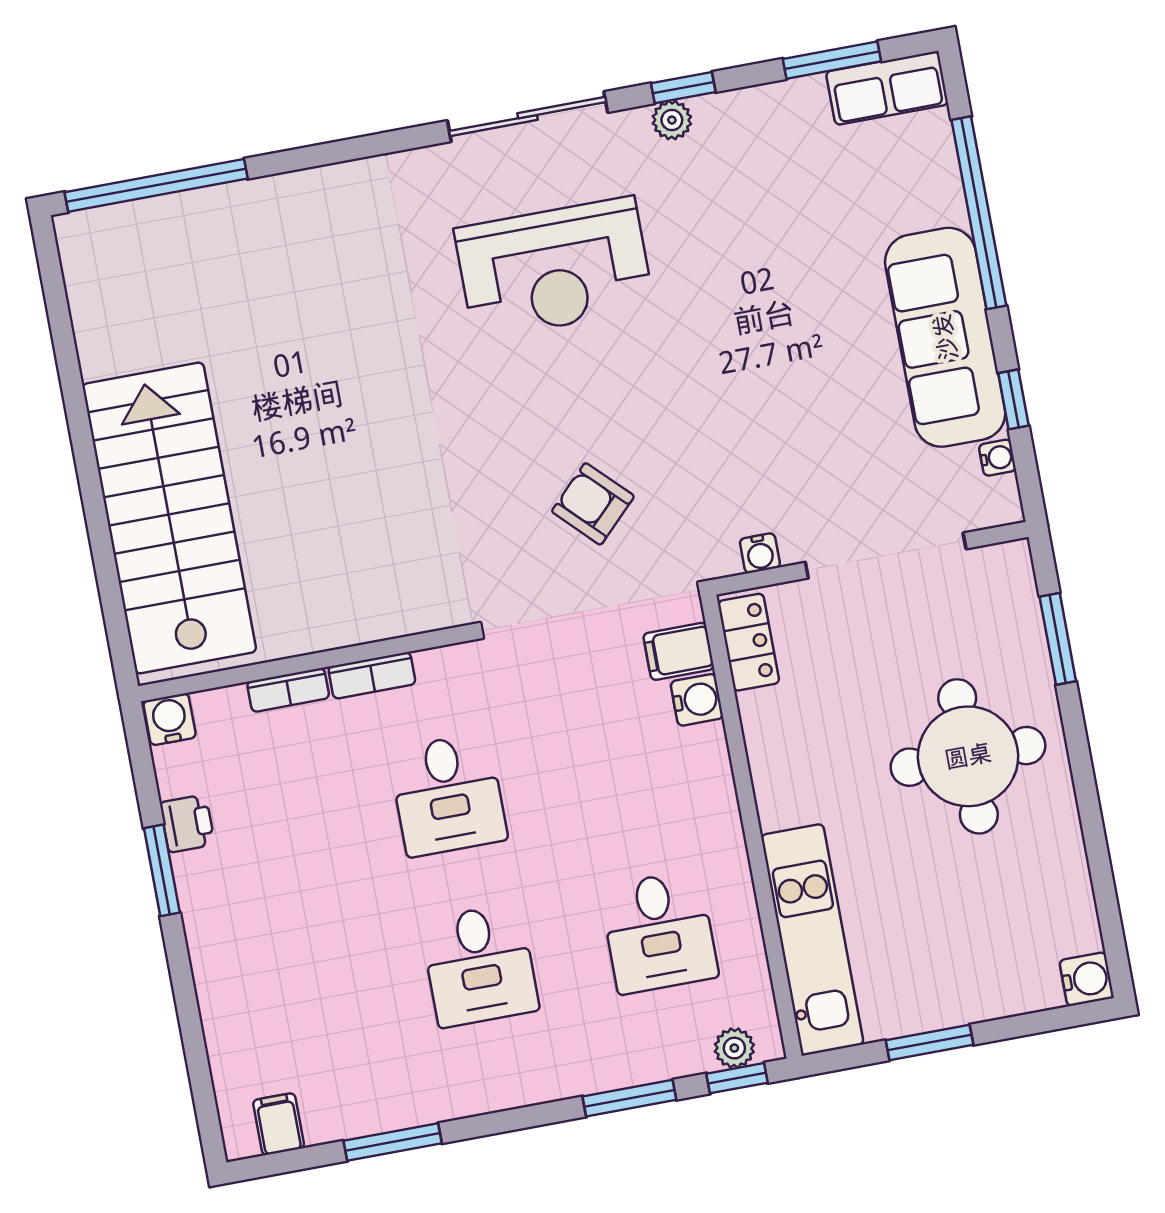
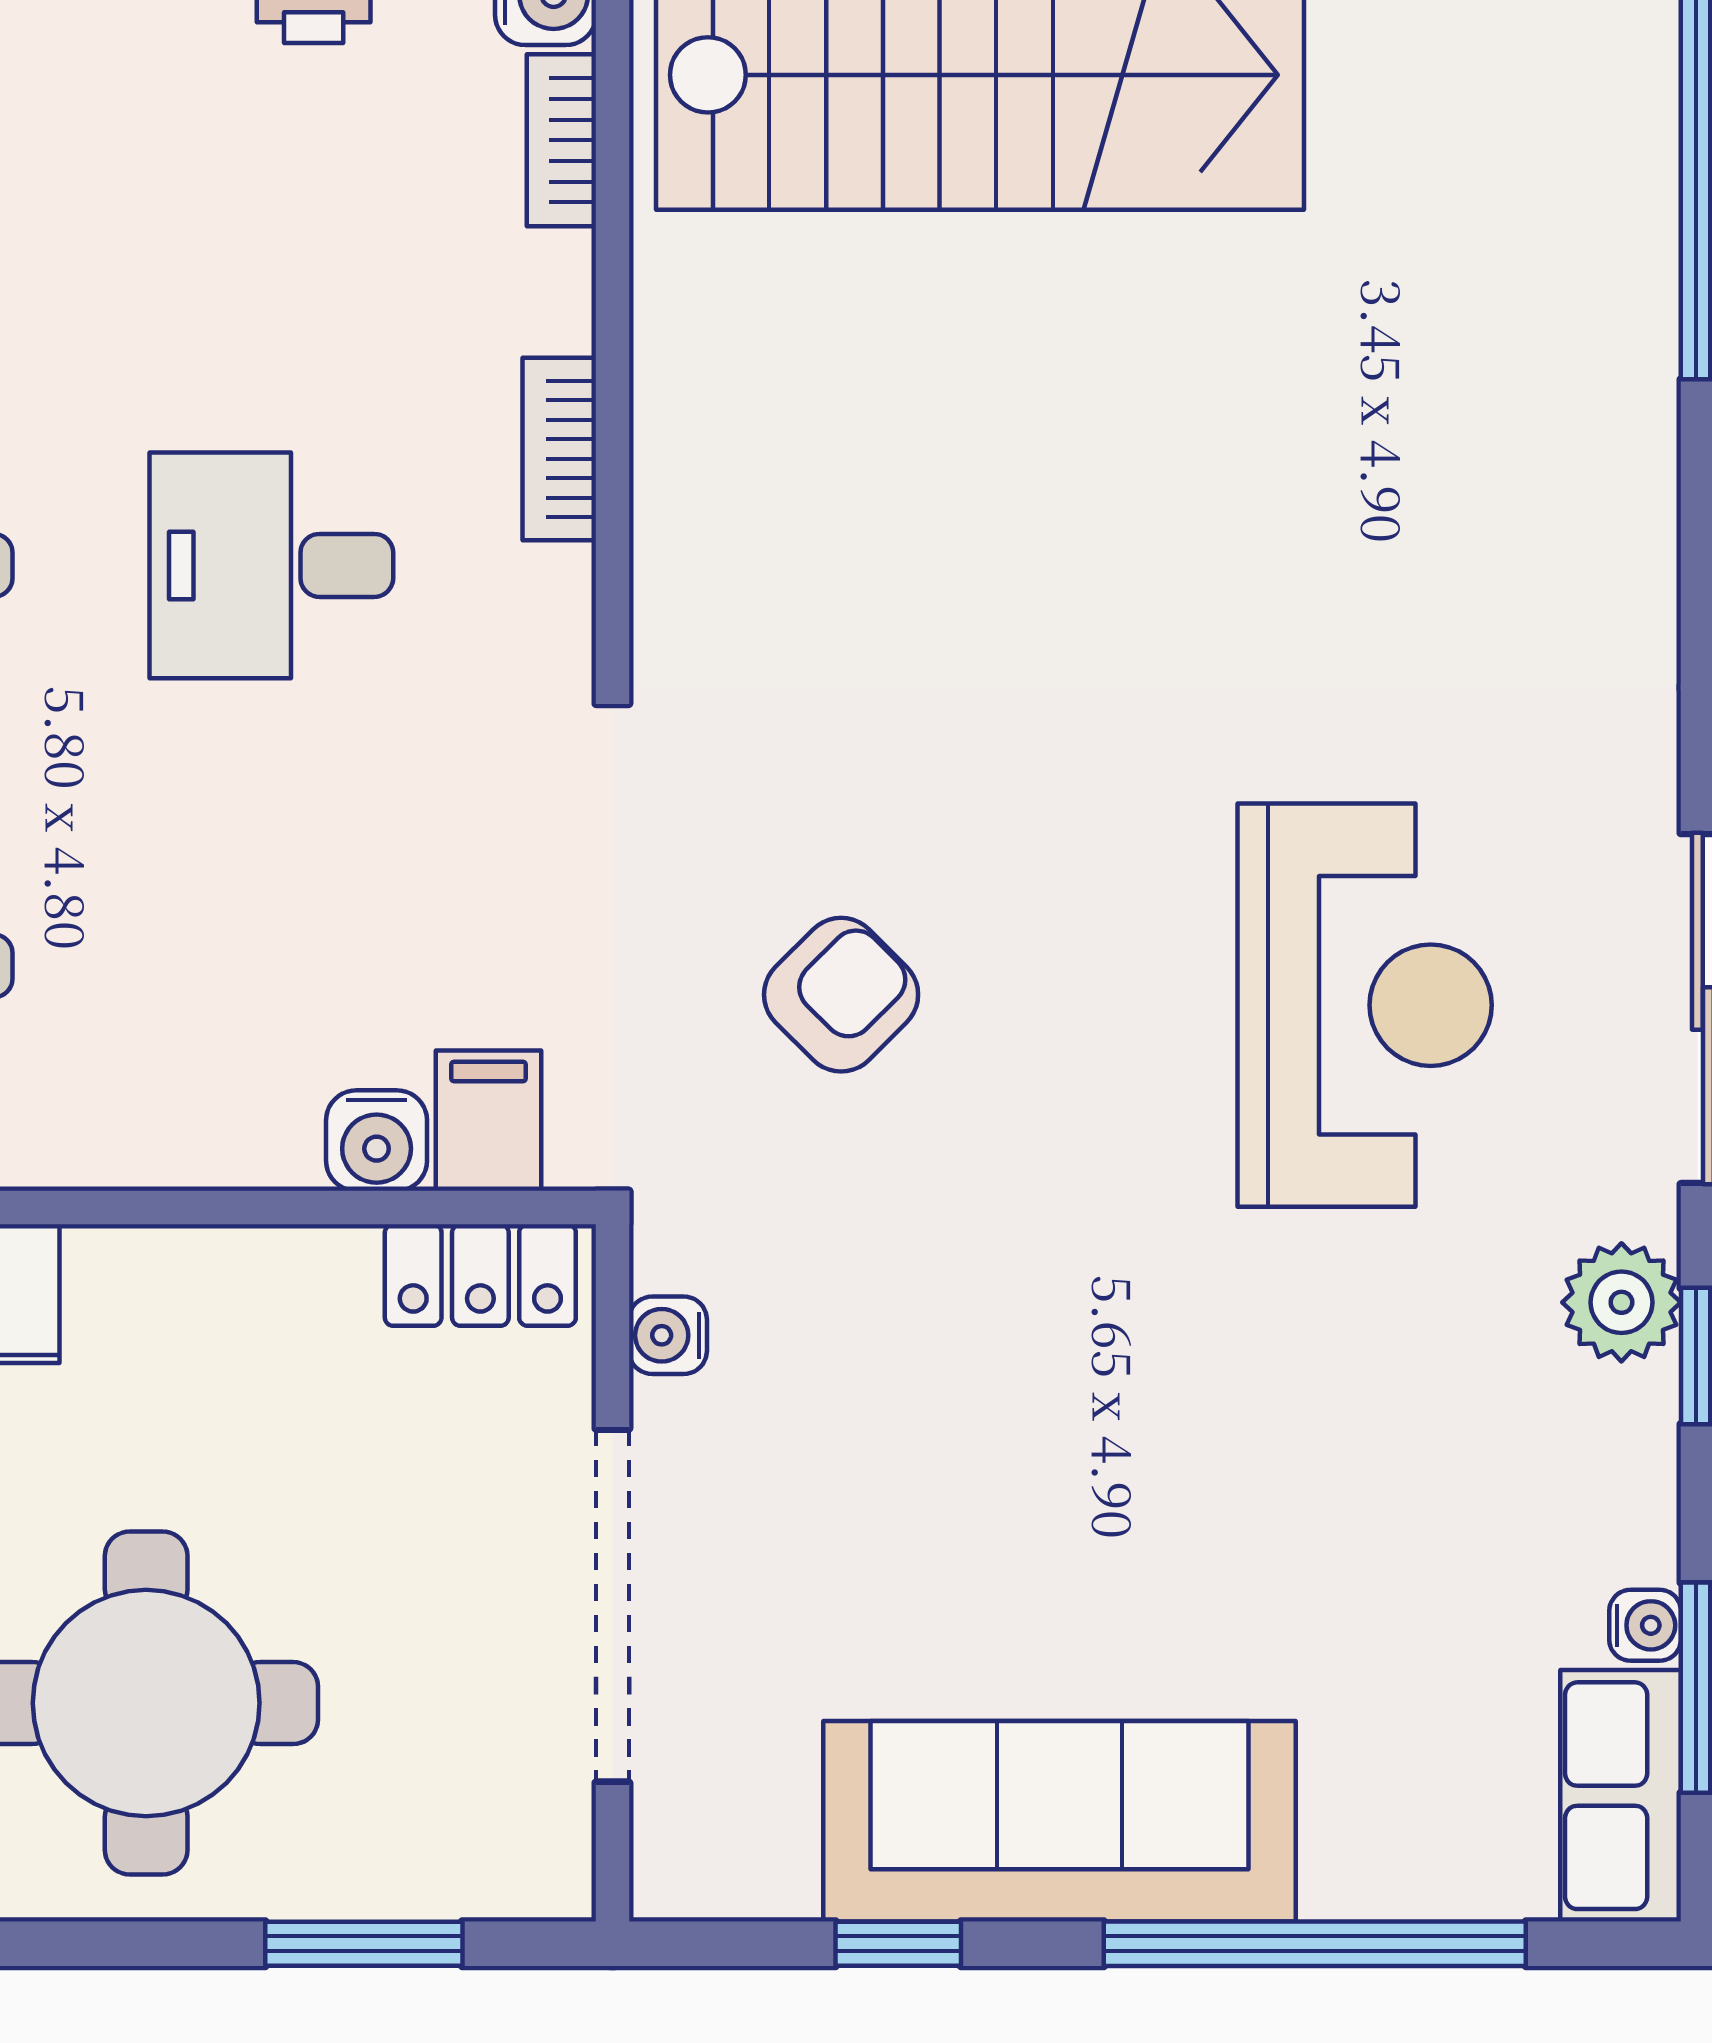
plant: (672, 120) -> (1621, 1302), width x1.38, depth x1.38
reception desk: (554, 268) -> (1365, 1005), turned 180
water cooler: (997, 458) -> (1645, 1625), moved, turned -90
bookcase: (288, 690) -> (561, 140), moved

